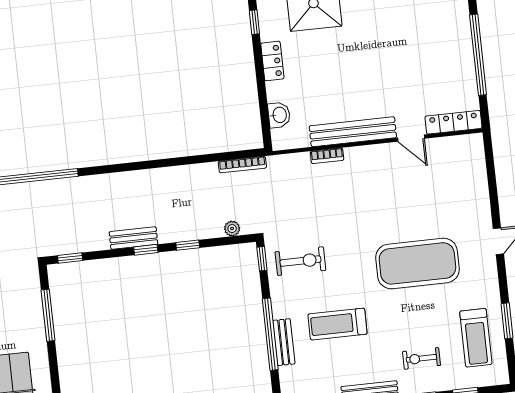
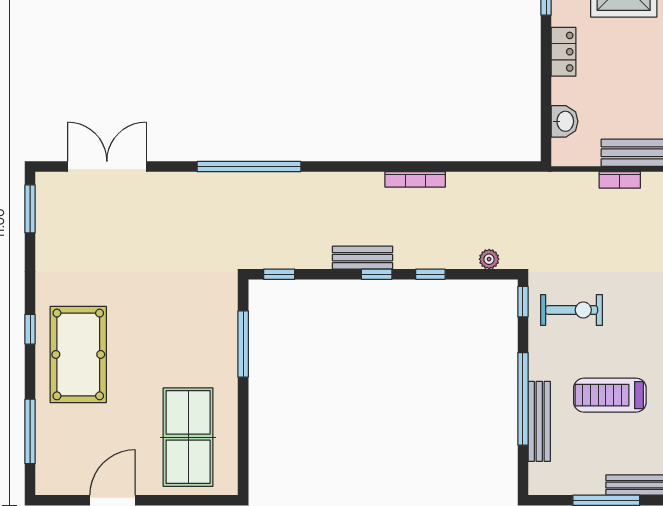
bookcase: (242, 165) -> (415, 179), moved
bench: (284, 342) -> (539, 421), width x1.36

